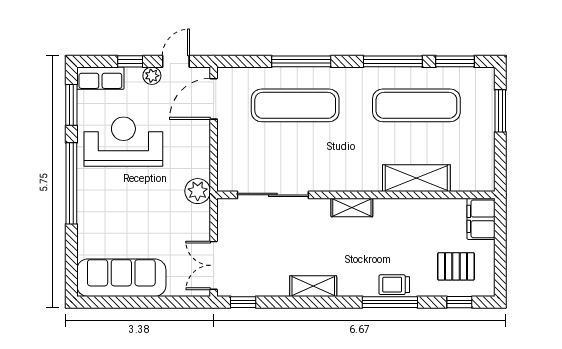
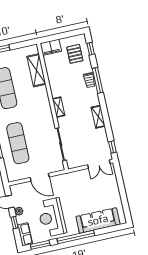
door: (214, 99) -> (40, 177), moved
shelving: (416, 178) -> (36, 70), moved
plant: (198, 191) -> (67, 179), removed
sofa: (121, 278) -> (98, 220), moved, turned 90

